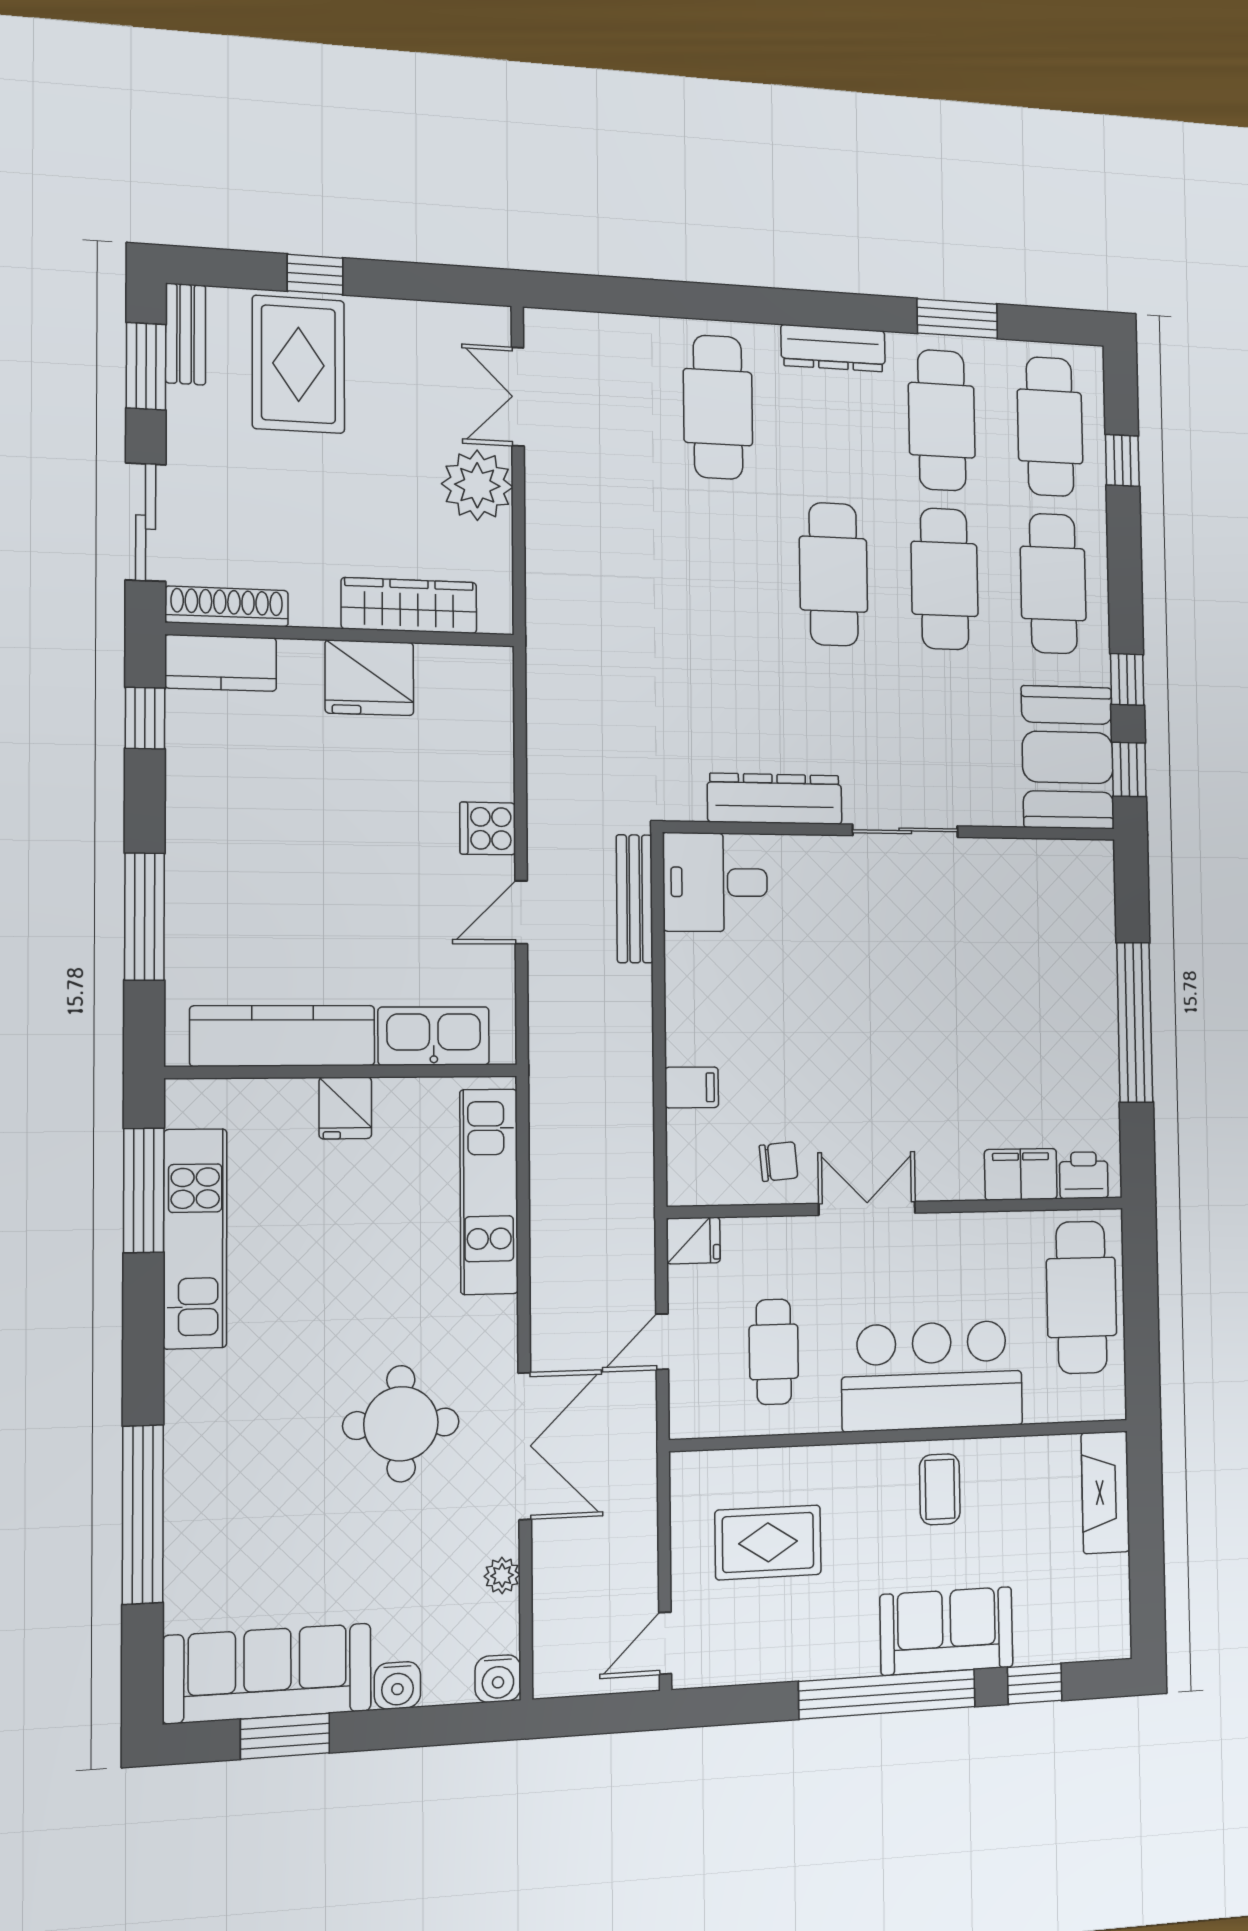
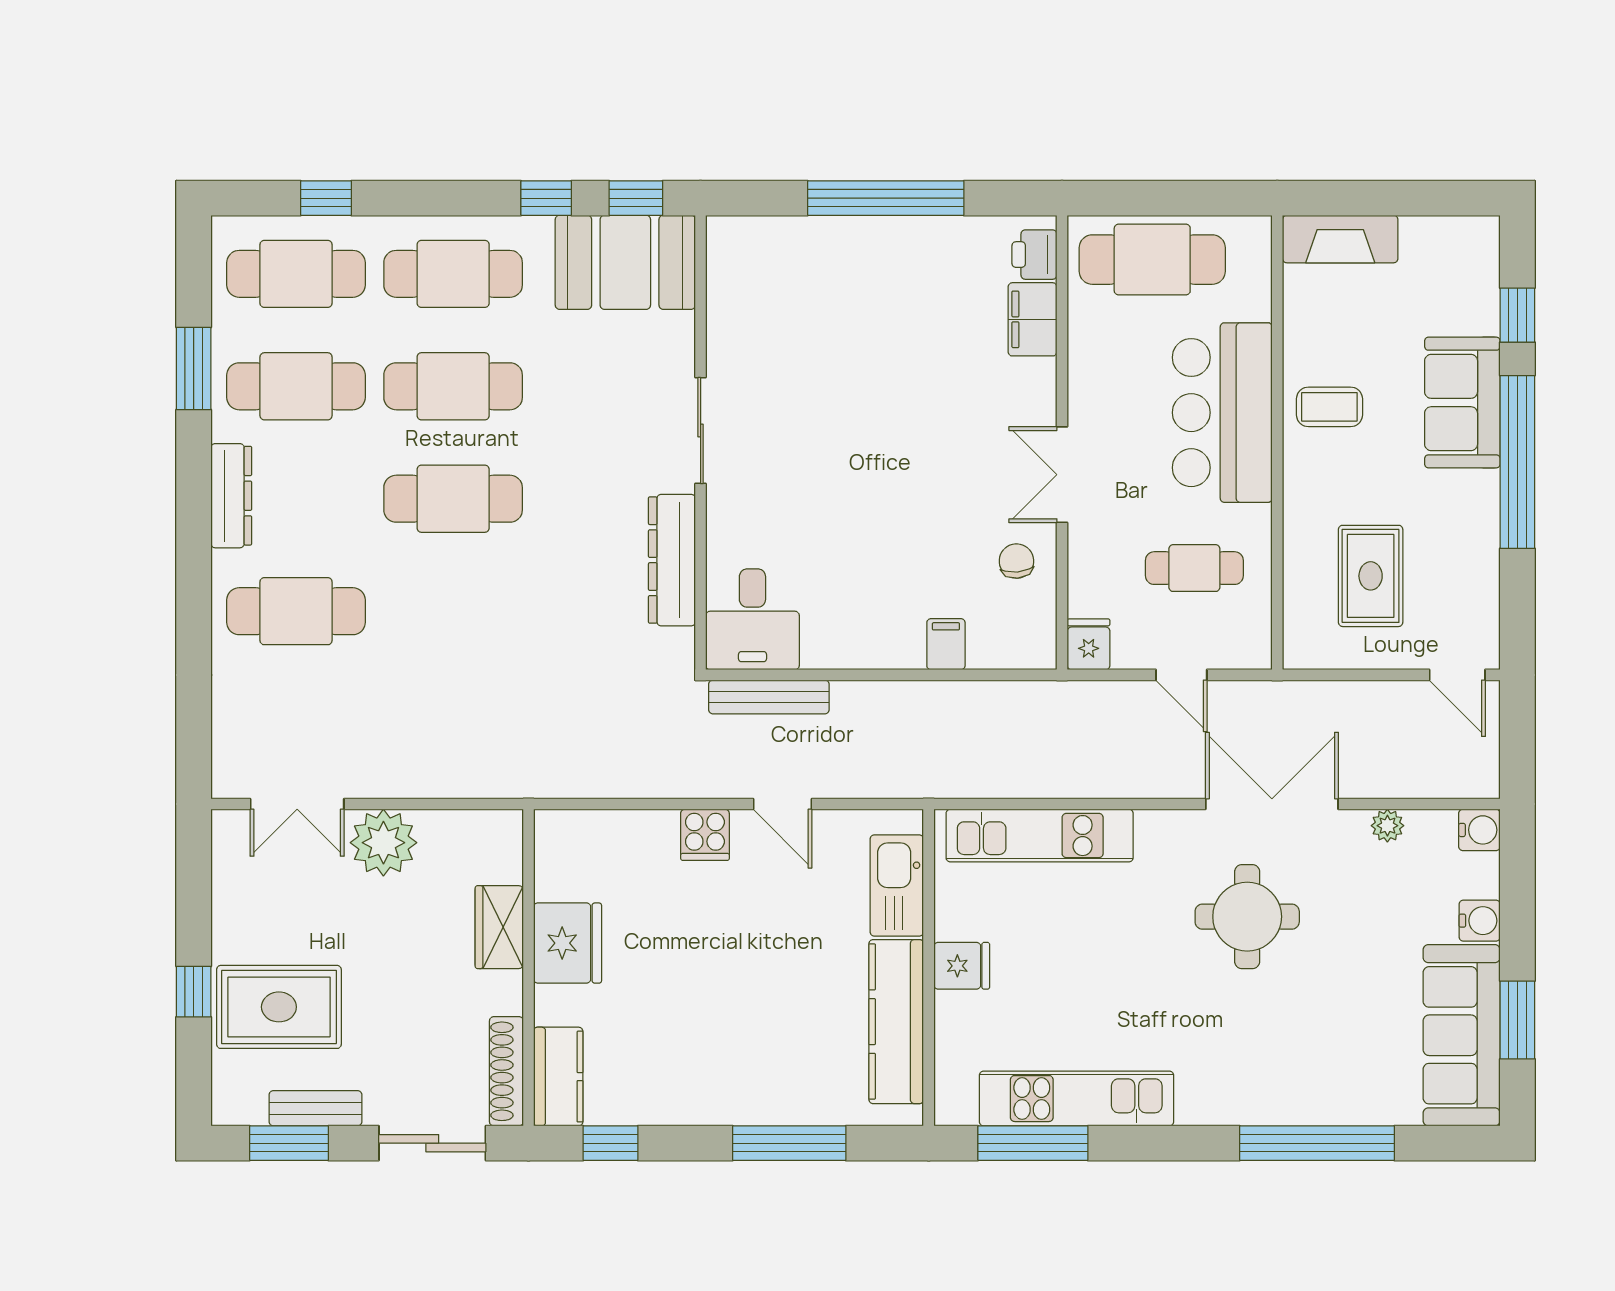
bench: (186, 334) -> (315, 1108), moved
wardrobe: (409, 606) -> (499, 927), width x0.67

